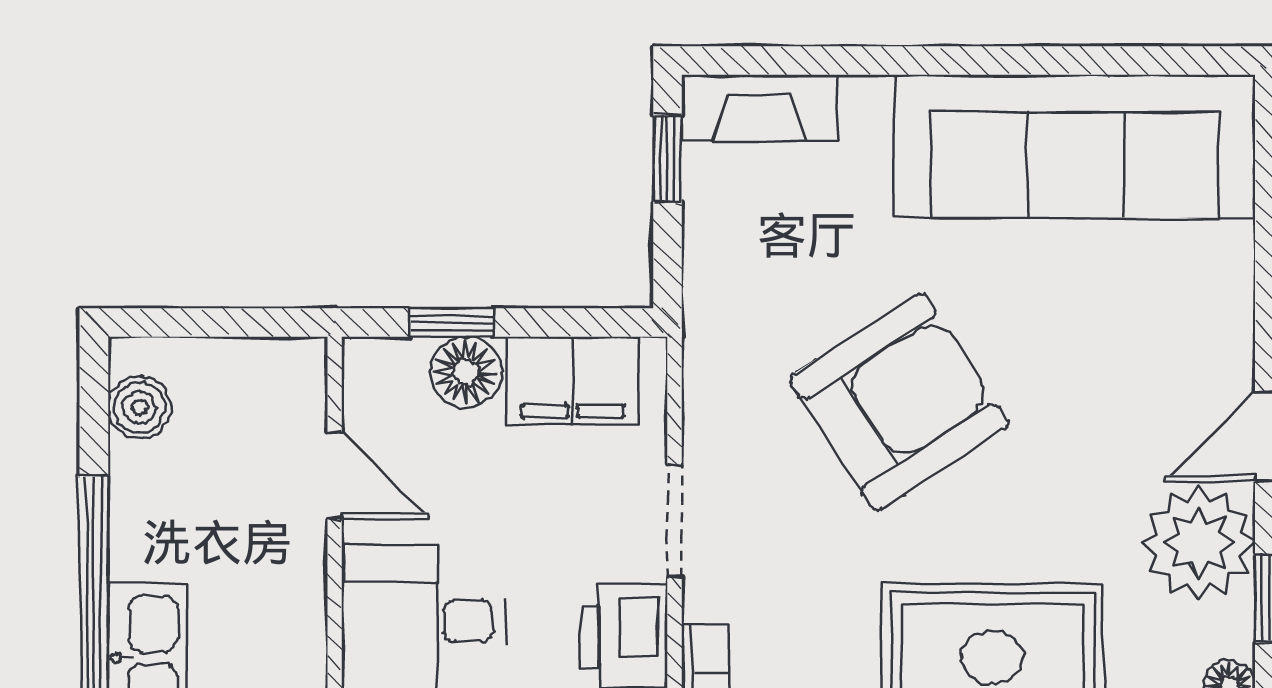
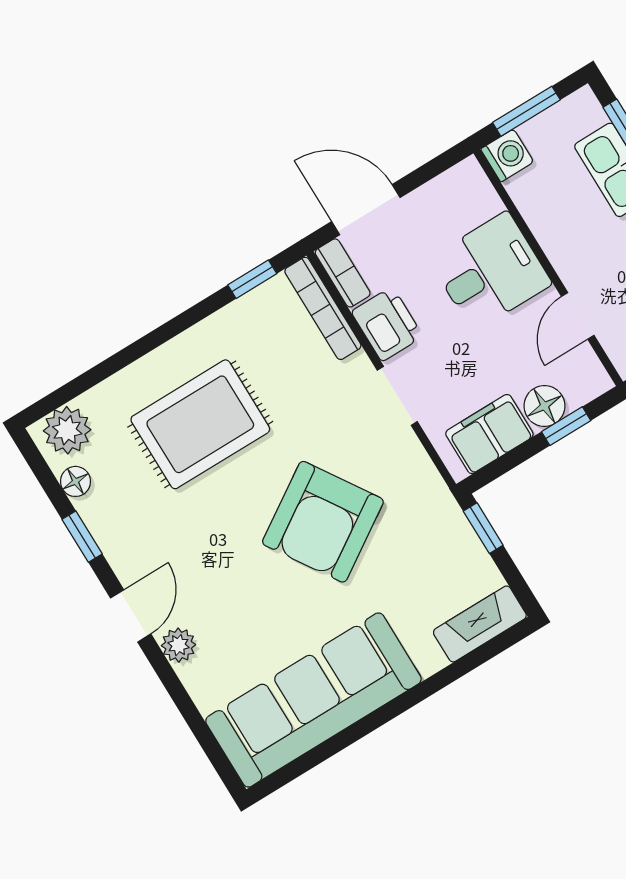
window: (667, 159) -> (483, 528), moved
door: (335, 475) -> (578, 316), hinge flipped
plant: (1199, 543) -> (178, 645), moved, width x0.53, depth x0.53

